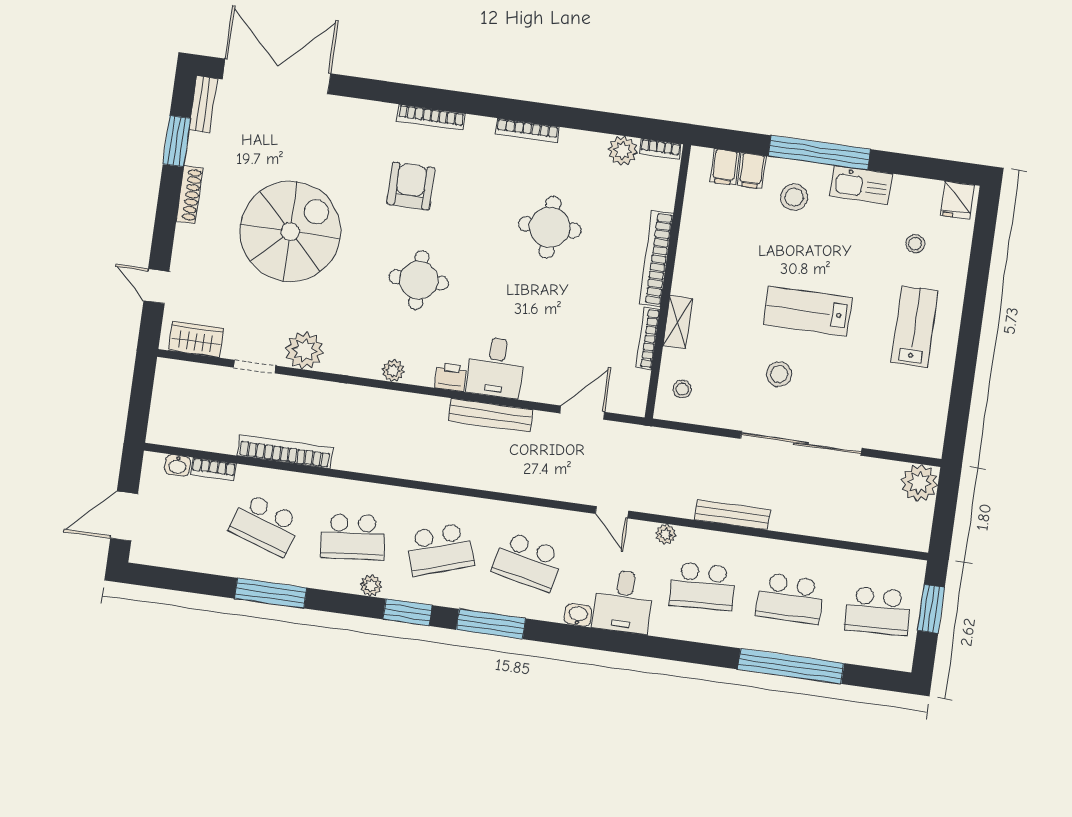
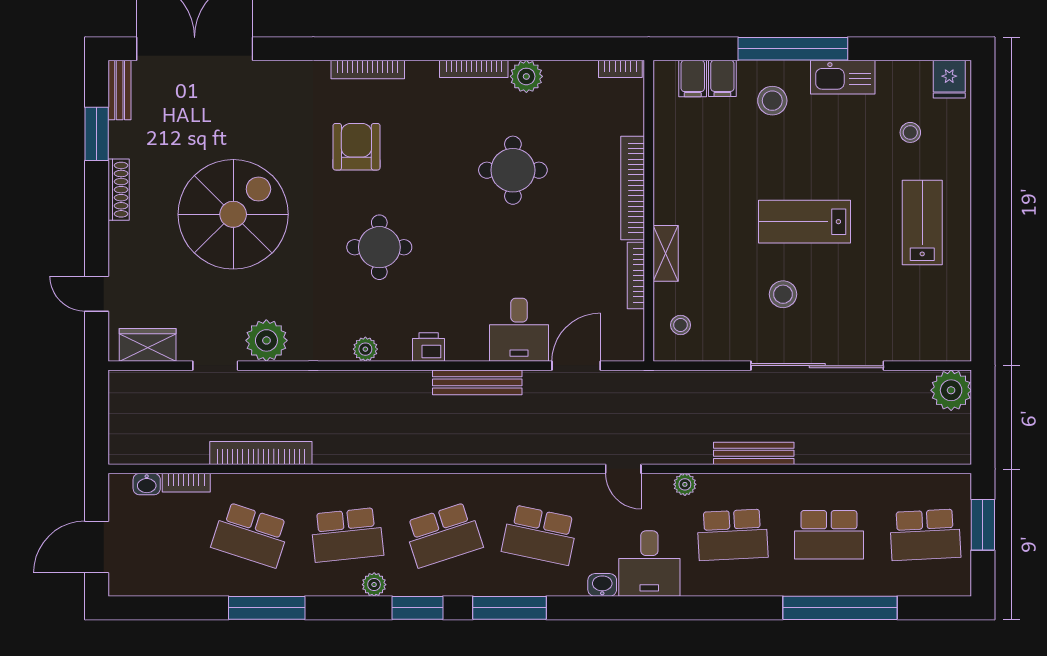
plant: (623, 151) -> (526, 76), moved
desk: (496, 367) -> (519, 330), moved

